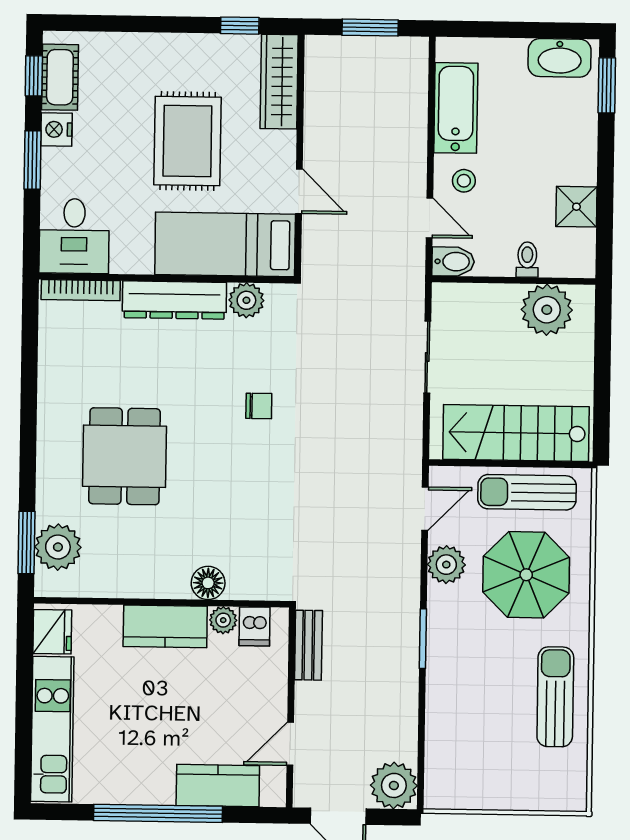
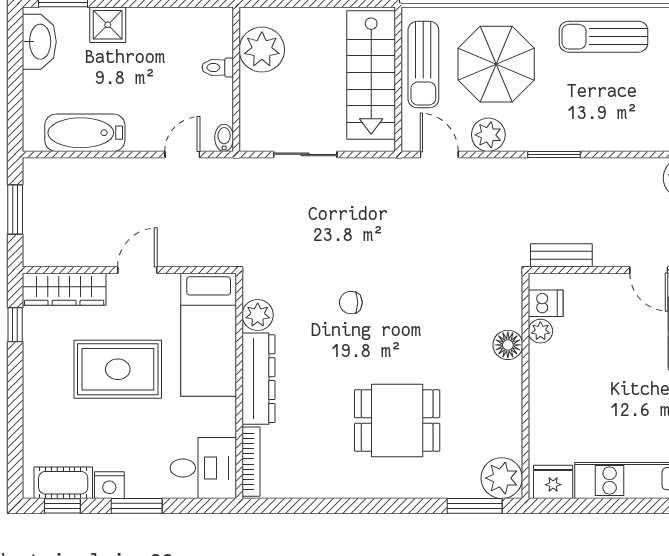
stool: (464, 181) -> (149, 125), removed
door: (299, 191) -> (137, 270), moved
shower: (576, 207) -> (108, 25), moved
bidet: (453, 262) -> (224, 138), width x0.72, depth x0.74
chair: (259, 406) -> (351, 303), turned -90
plant: (58, 547) -> (502, 478), moved
kitchen counter: (165, 626) -> (547, 382), removed

